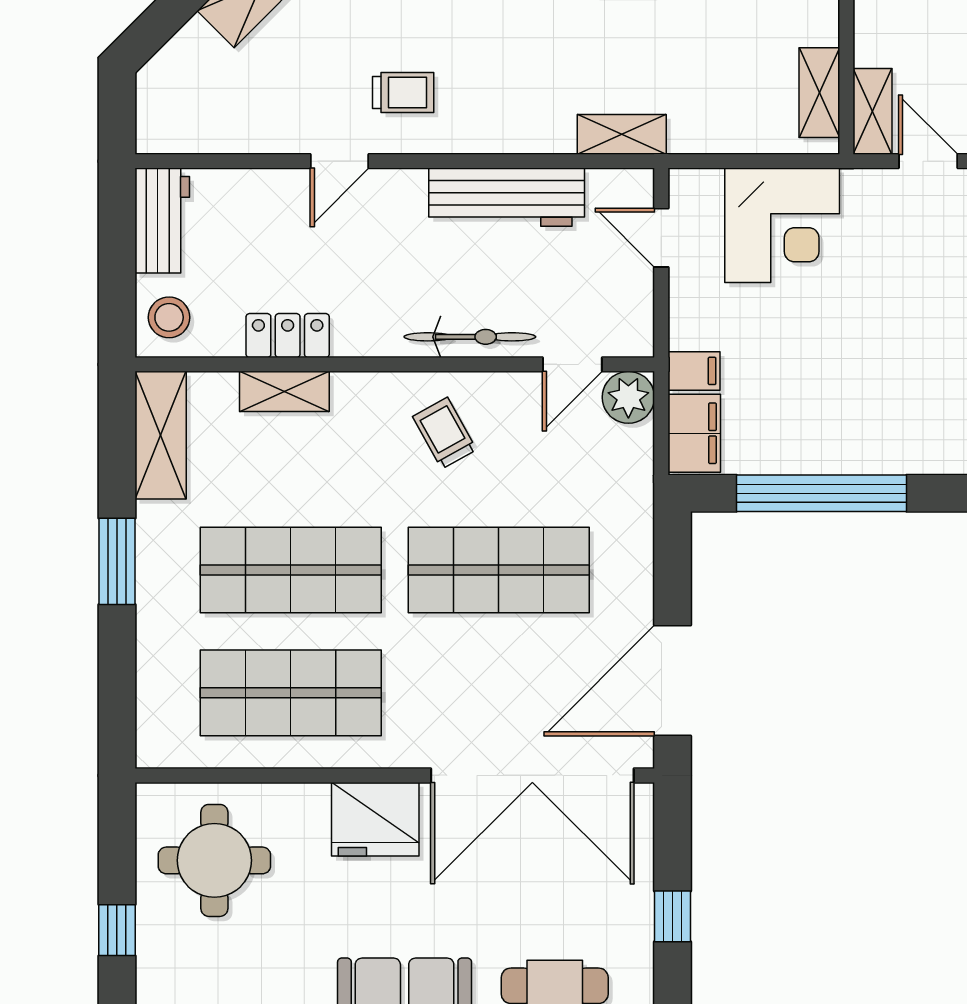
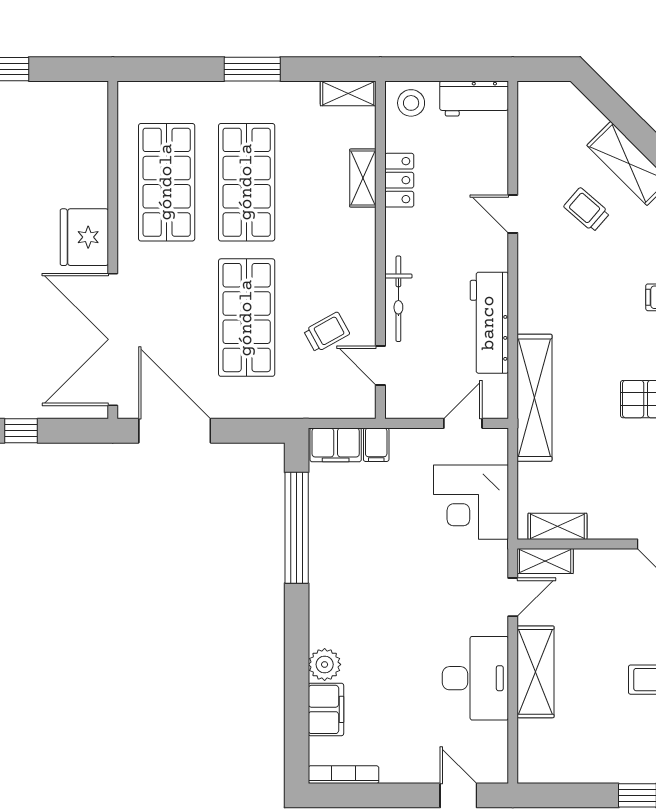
trolley: (403, 93) -> (587, 210), moved, turned 131
shelving: (622, 134) -> (535, 398), width x2.20, depth x1.33
plant: (628, 397) -> (359, 402), removed
trolley: (445, 433) -> (327, 332), moved
shelving: (161, 435) -> (348, 93), width x0.67, depth x0.75
round table: (214, 860) -> (57, 132), removed

